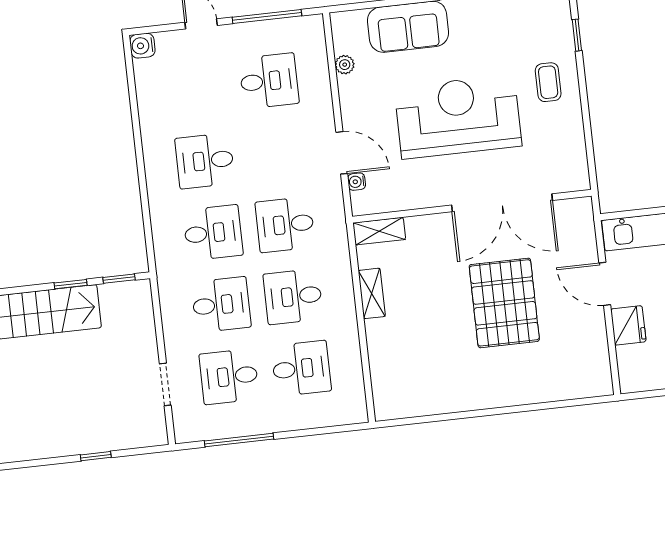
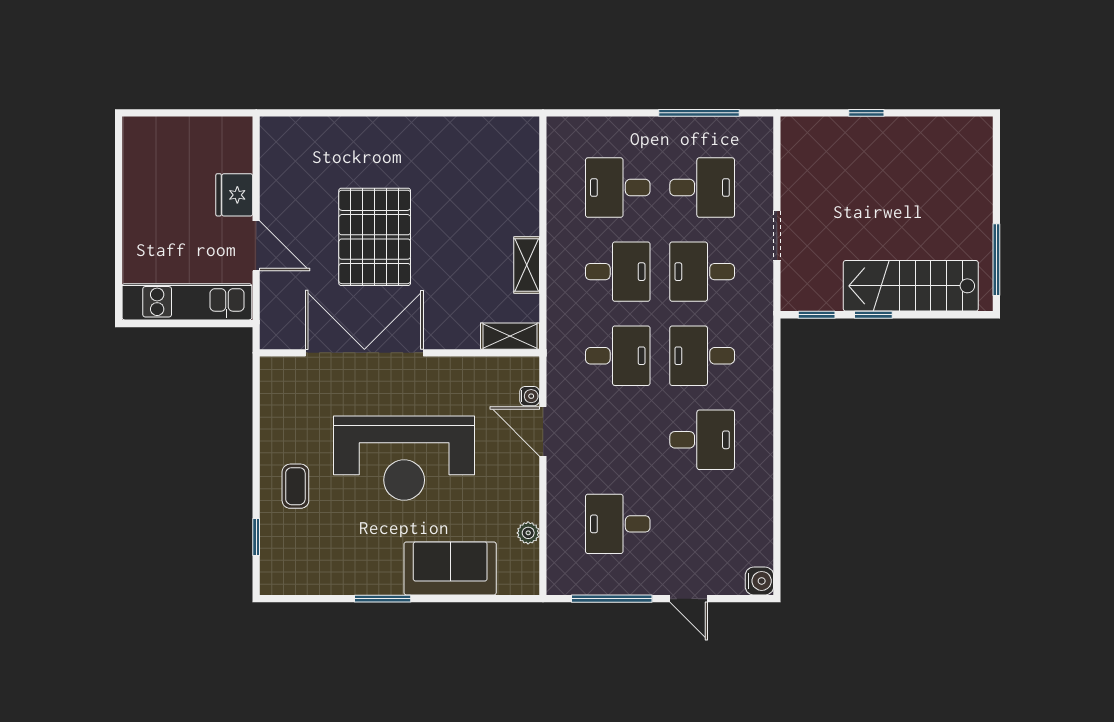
doorway: (165, 384) -> (777, 236), moved

